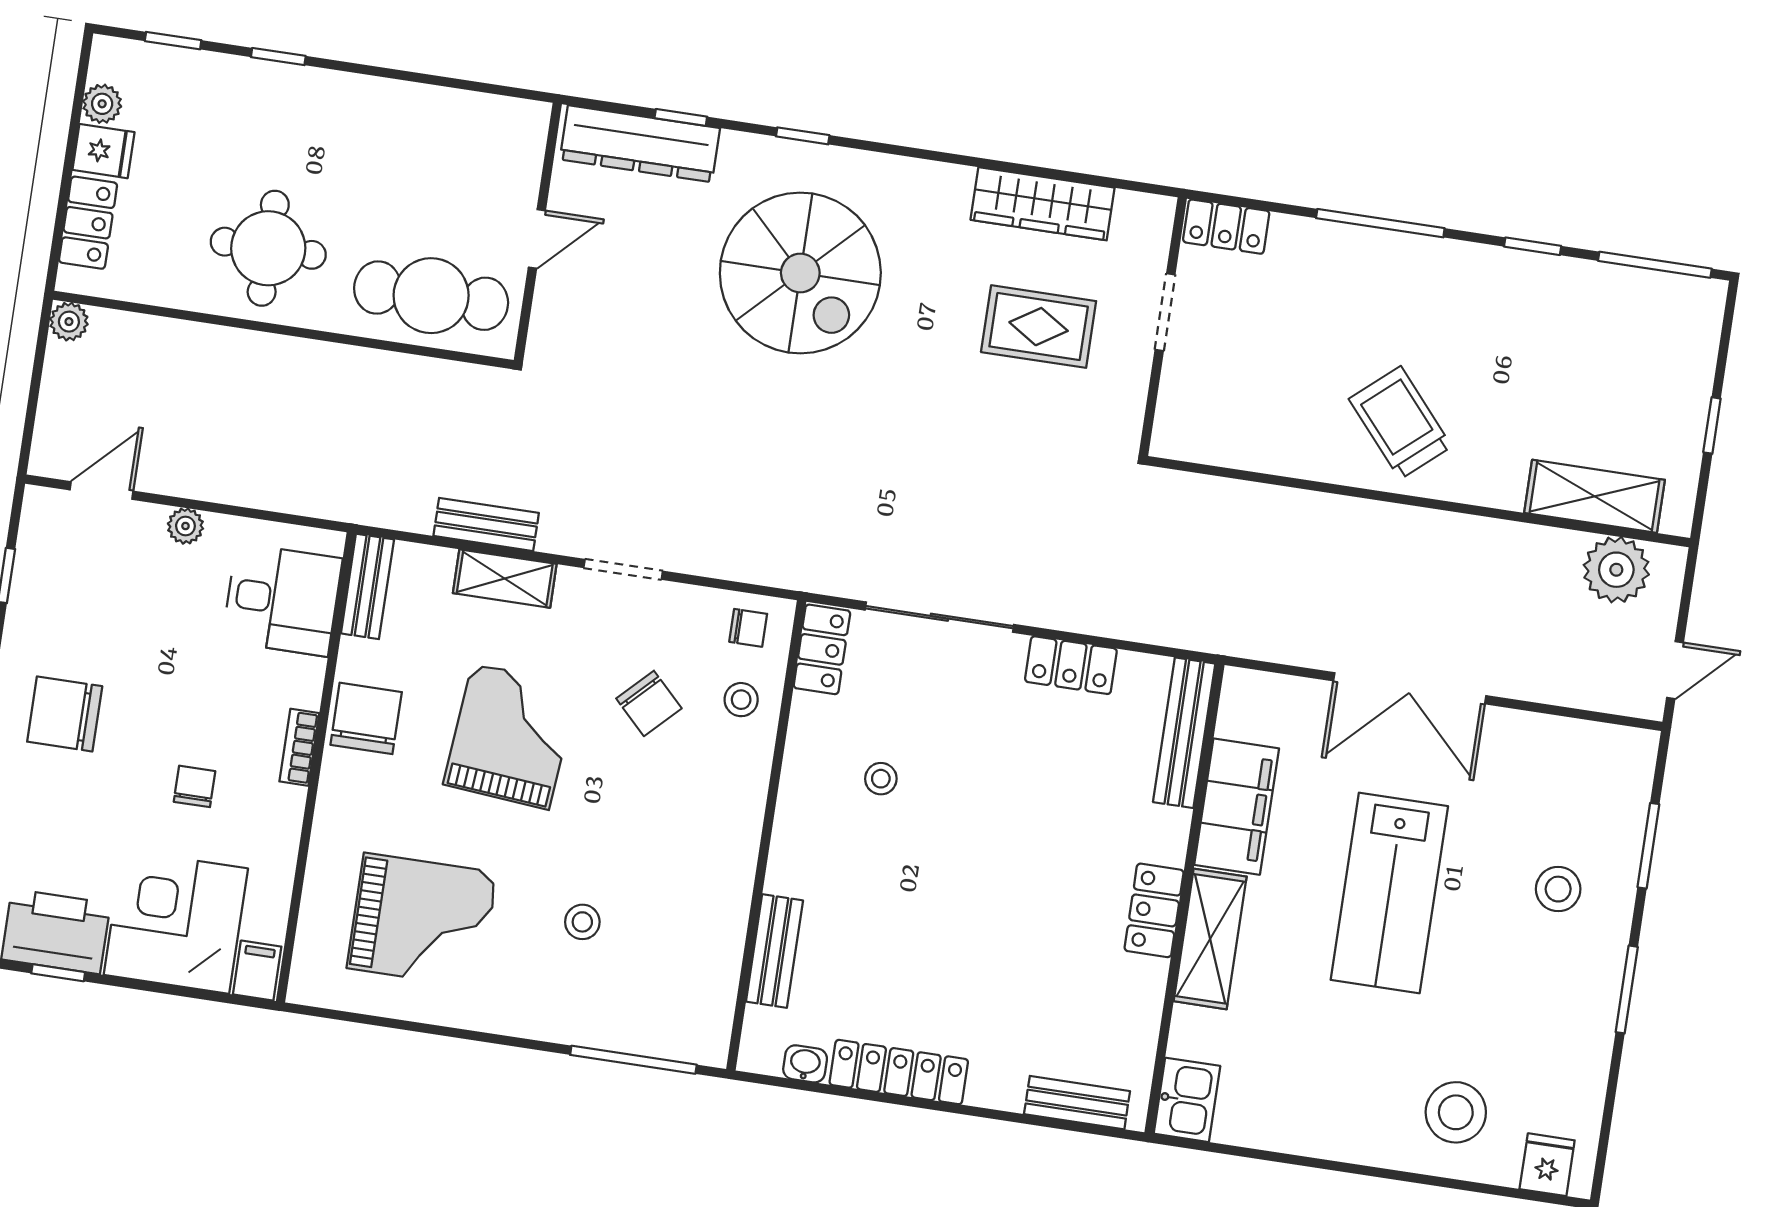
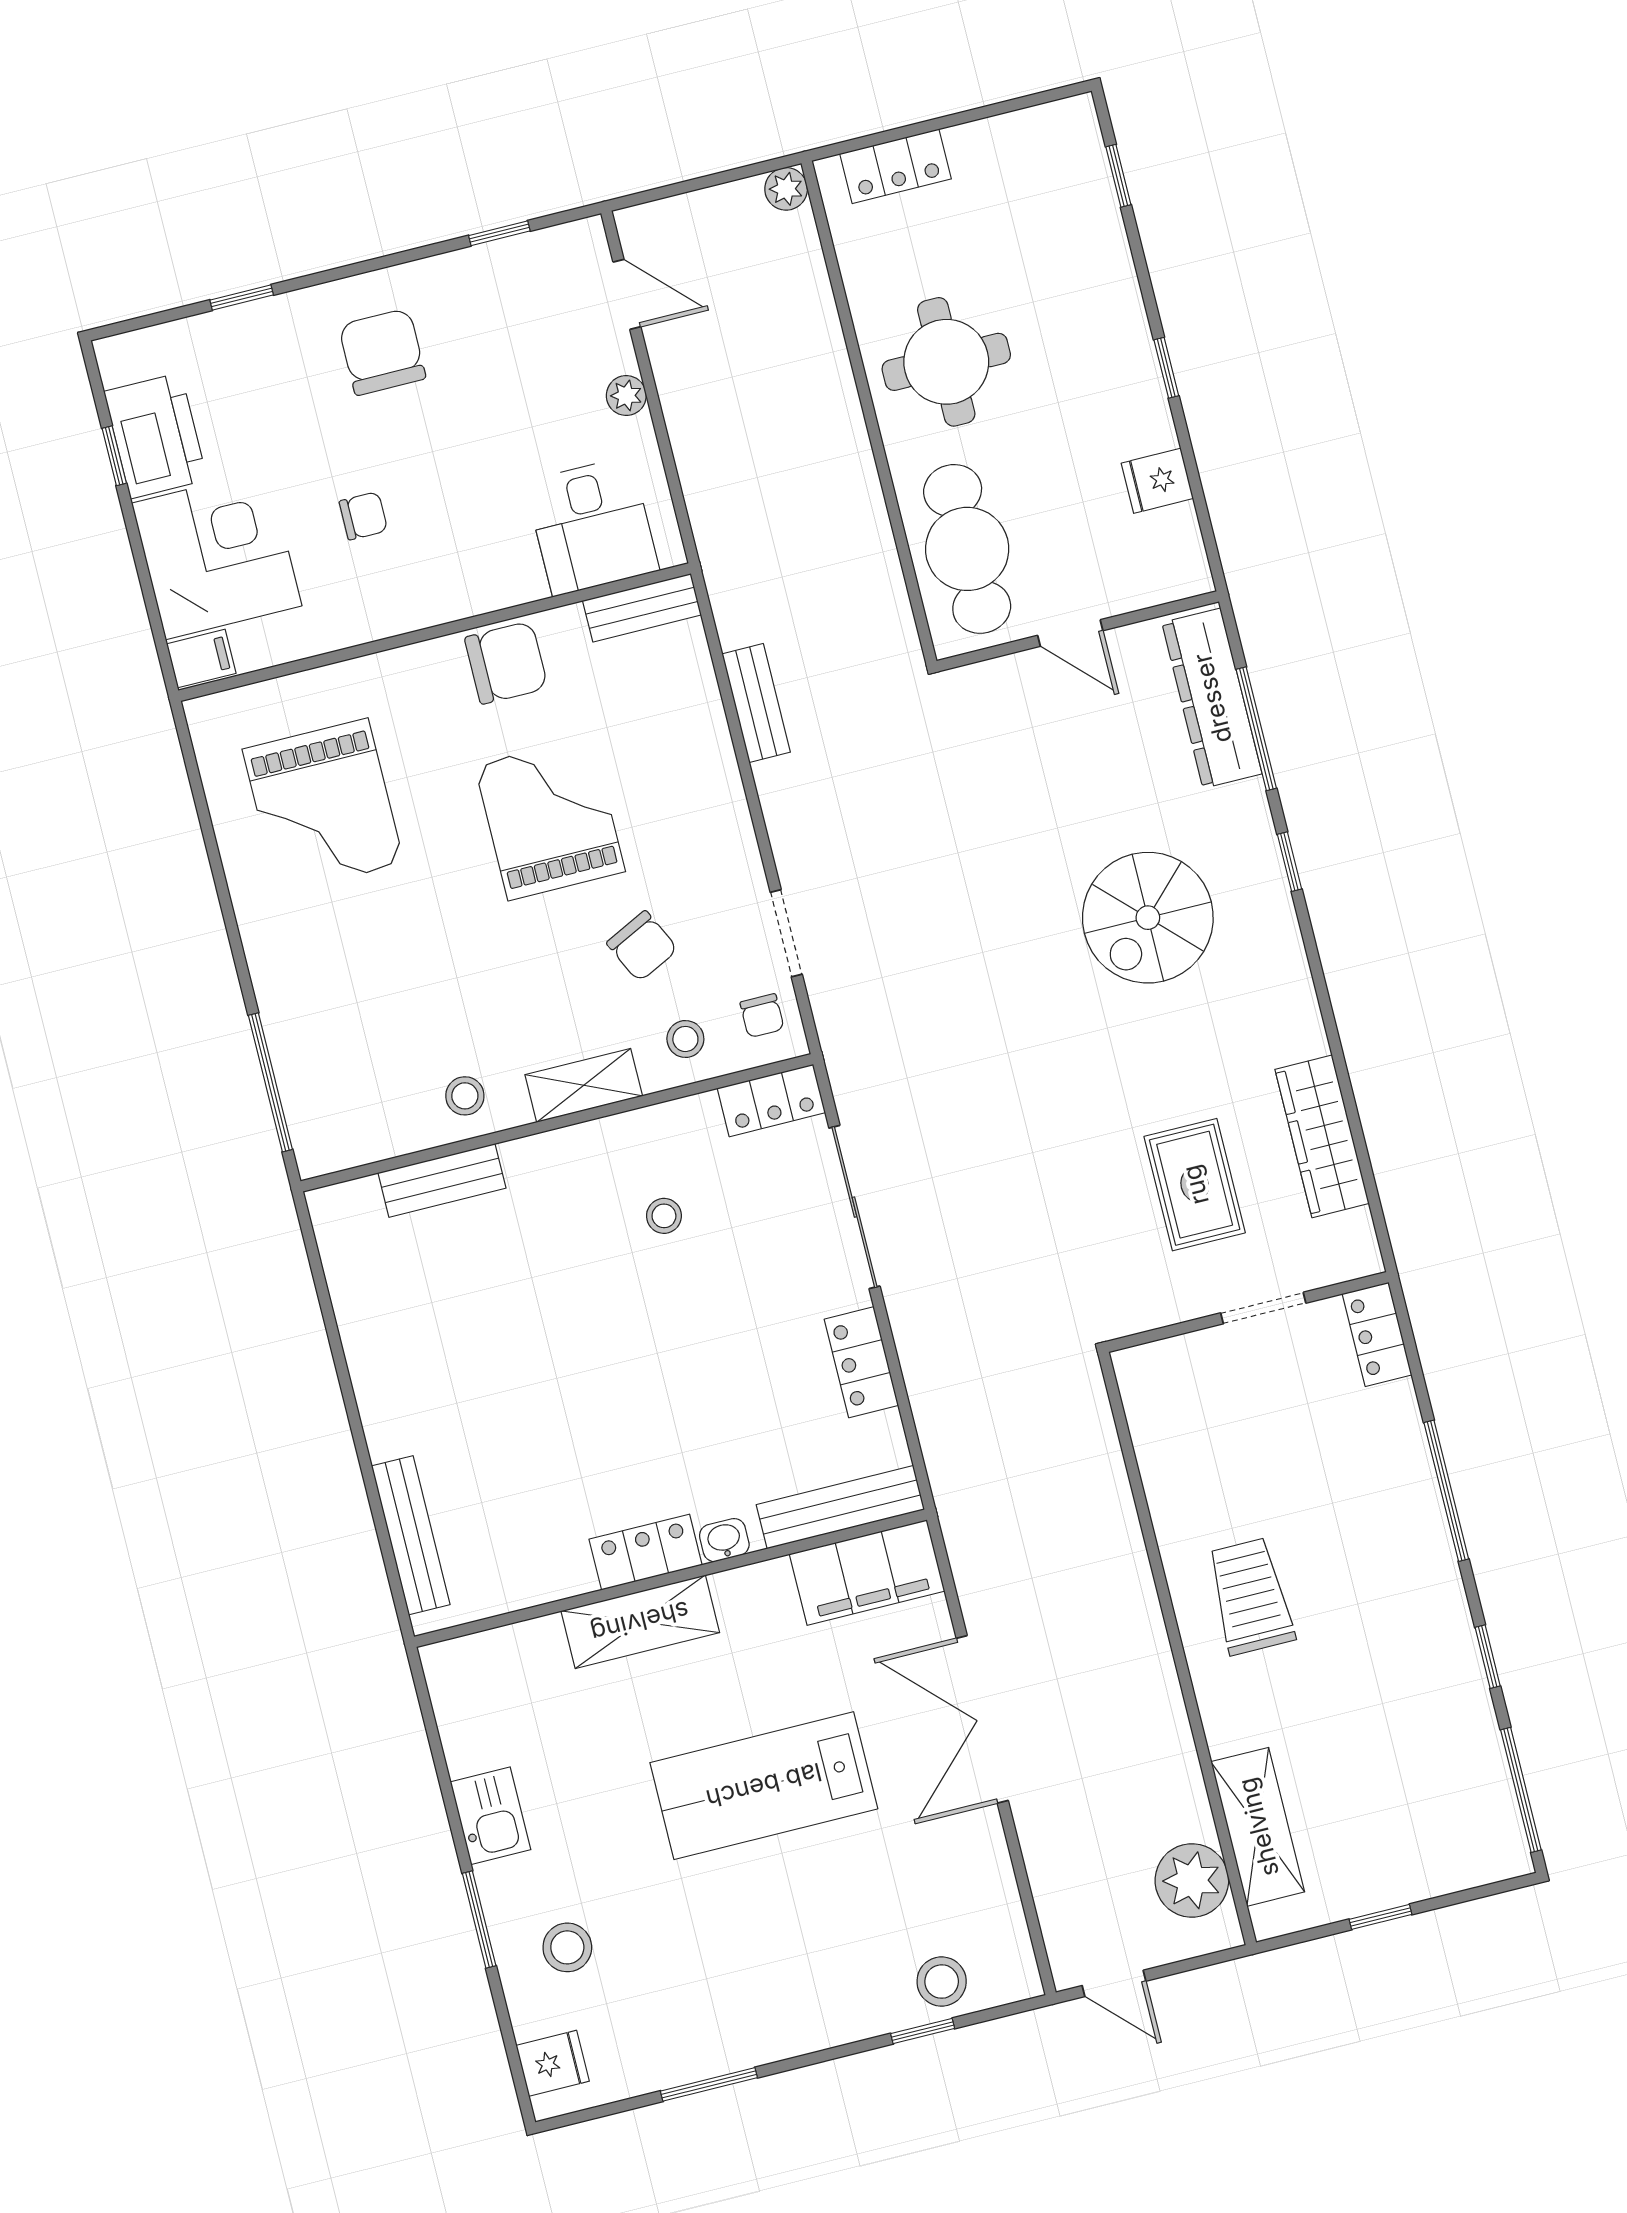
window: (278, 57) -> (1166, 368), moved
plant: (102, 104) -> (1023, 130), removed
window: (681, 117) -> (1256, 729), width x2.17
fridge: (104, 151) -> (1157, 481), moved, turned 90
spiral stairs: (800, 273) -> (1148, 918), width x0.73, depth x0.73
trolley: (1400, 423) -> (1250, 1596), turned -49
doorway: (623, 569) -> (786, 933), moved
shelving: (505, 579) -> (584, 1085), moved, turned 90
chair: (649, 703) -> (642, 946), turned -71
grand piano: (511, 736) -> (550, 818), turned -95
bookcase: (299, 747) -> (448, 607), removed
filing cabinet: (1237, 807) -> (867, 1572), moved
window: (1648, 846) -> (923, 2031), width x0.67
stool: (1558, 889) -> (942, 1982), moved
stool: (582, 922) -> (465, 1096), moved
window: (1627, 989) -> (709, 2084), moved
washbasin: (805, 1064) -> (724, 1540), moved, turned -90
locker: (899, 1072) -> (371, 1359), removed
kitchen sink: (1187, 1100) -> (491, 1816), moved, turned -90
bench: (1077, 1103) -> (411, 1535), width x1.36
stool: (1456, 1112) -> (567, 1947), width x0.73, depth x0.73
window: (1402, 1176) -> (479, 1920), added

